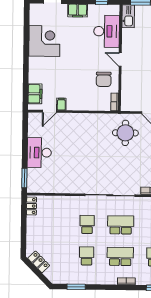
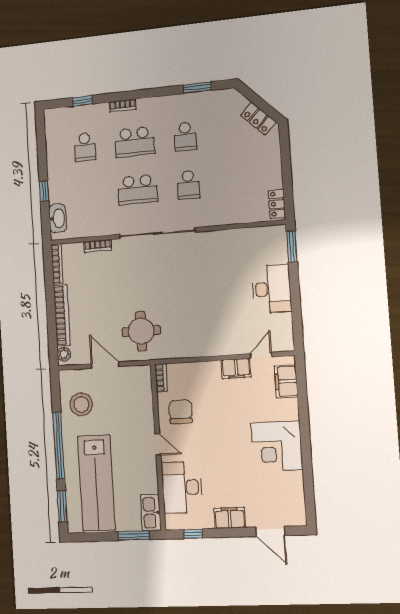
corner desk: (44, 41) -> (277, 446), moved
filing cabinet: (61, 104) -> (236, 368), width x2.00

